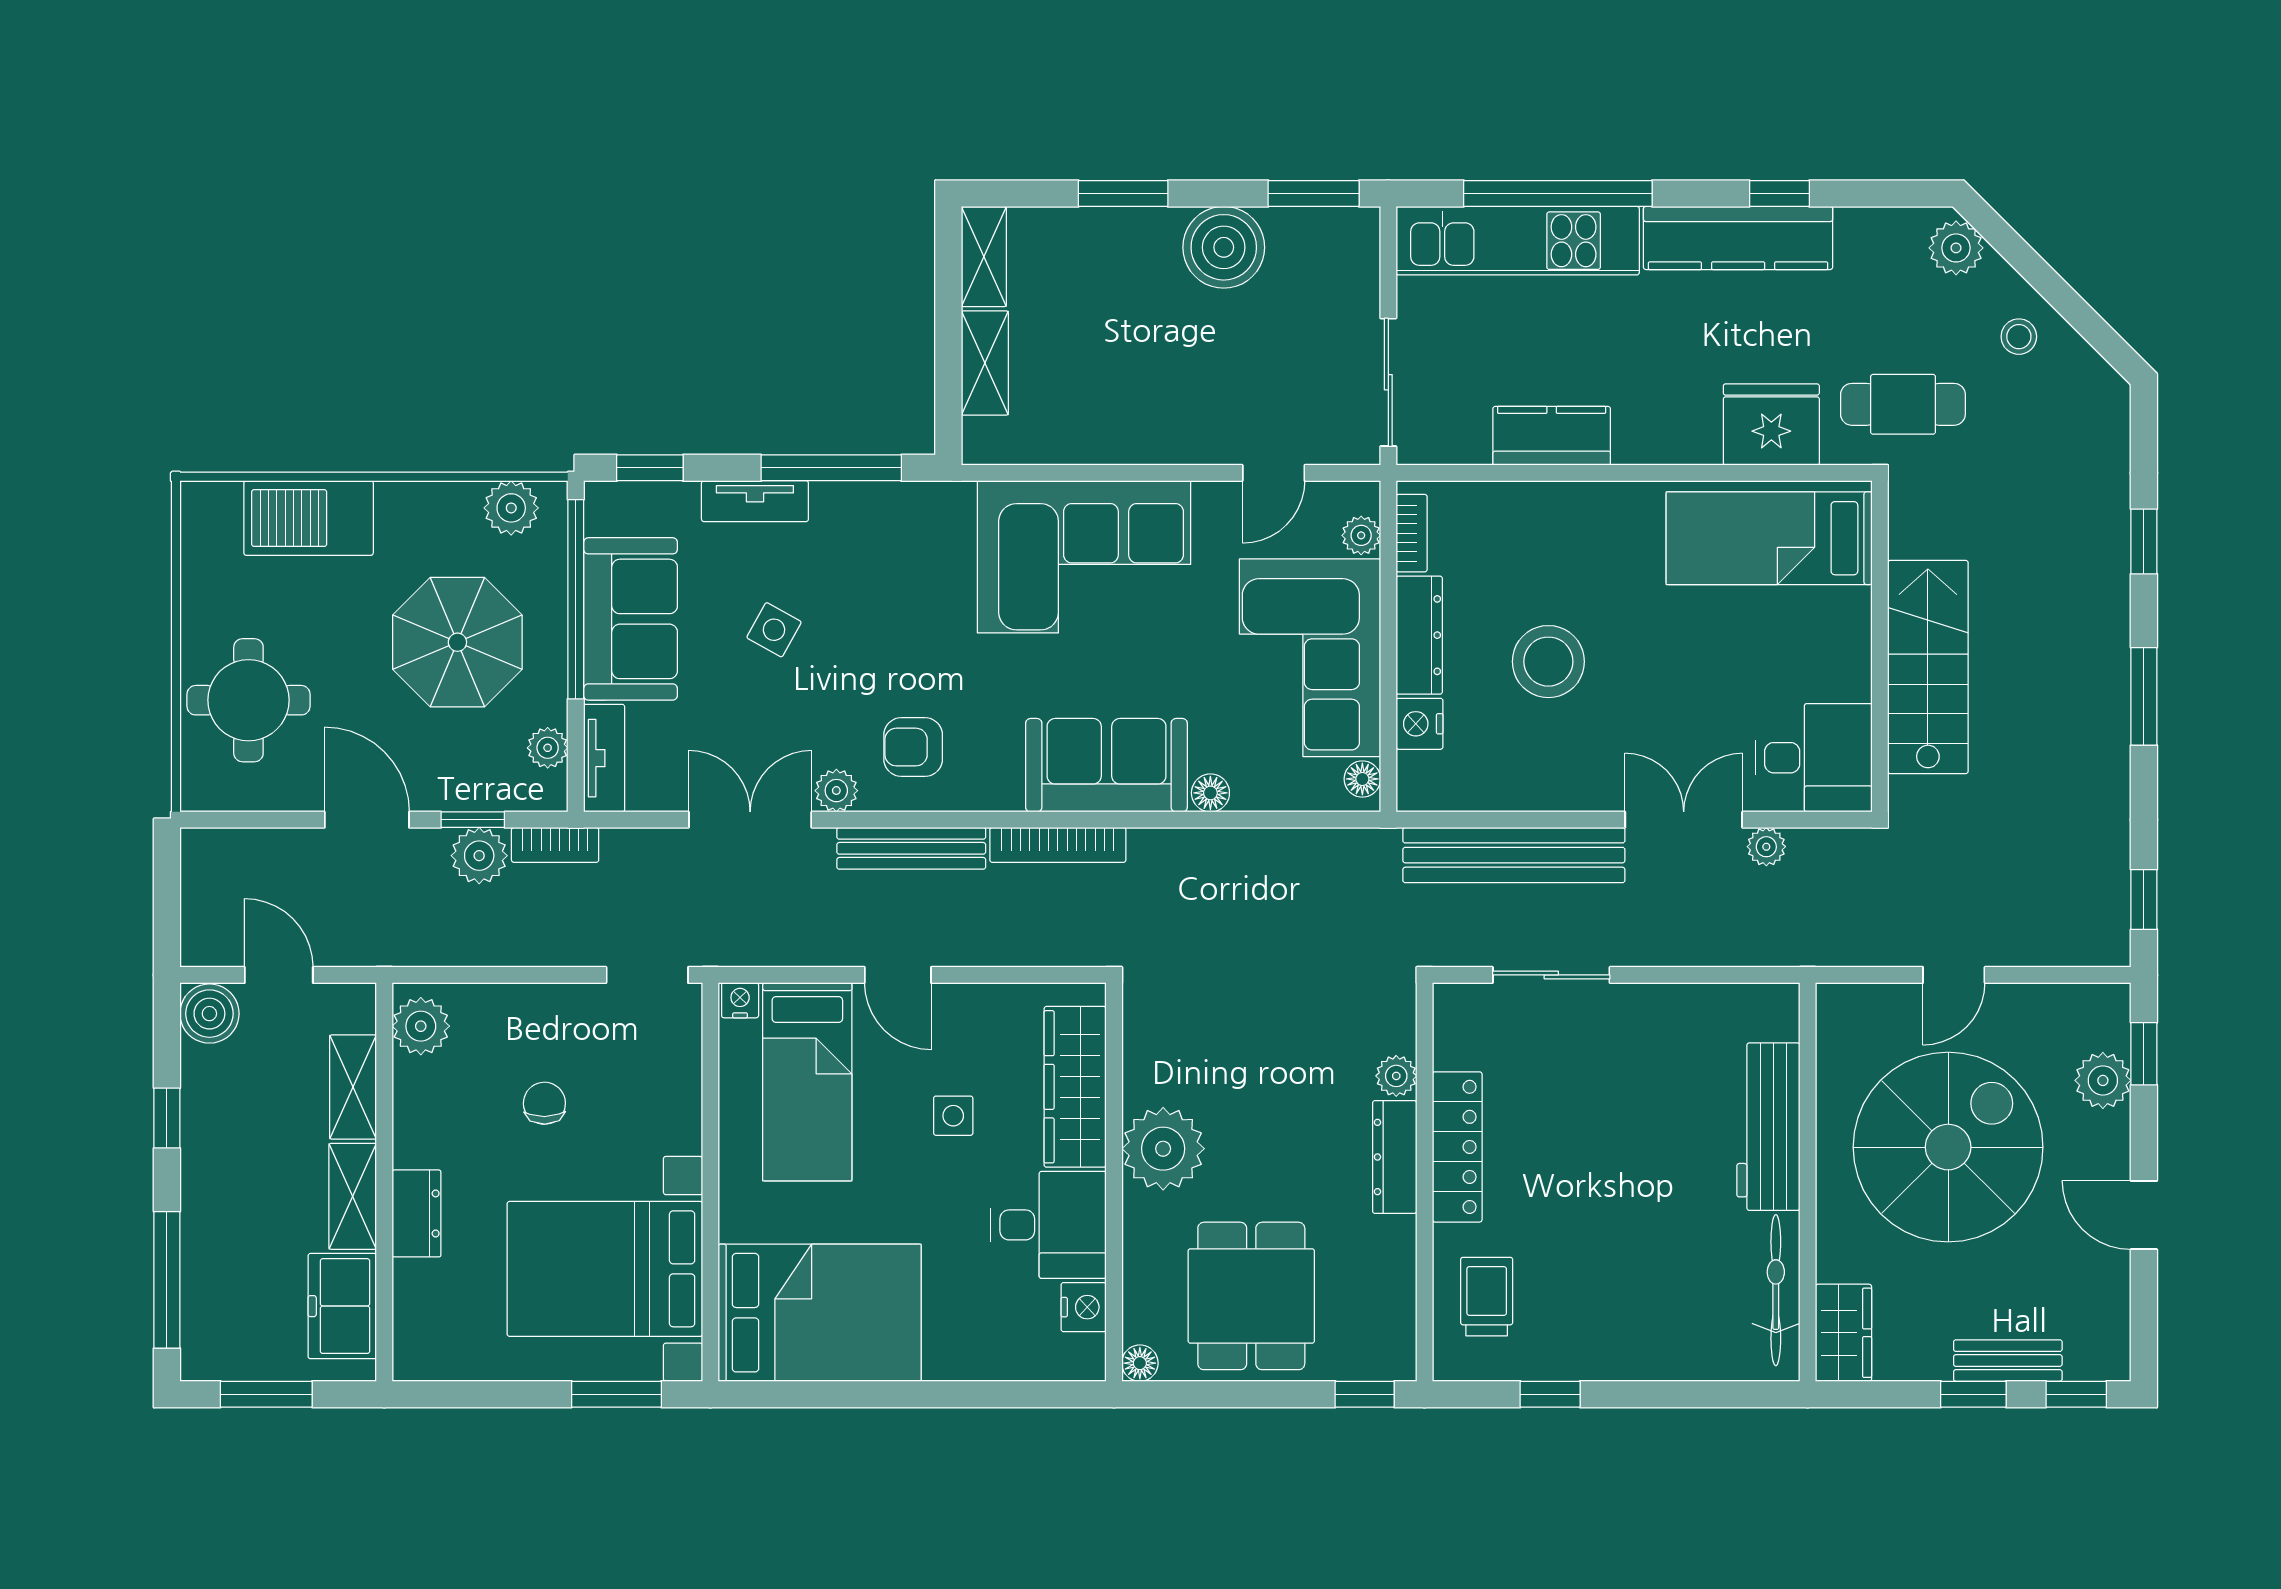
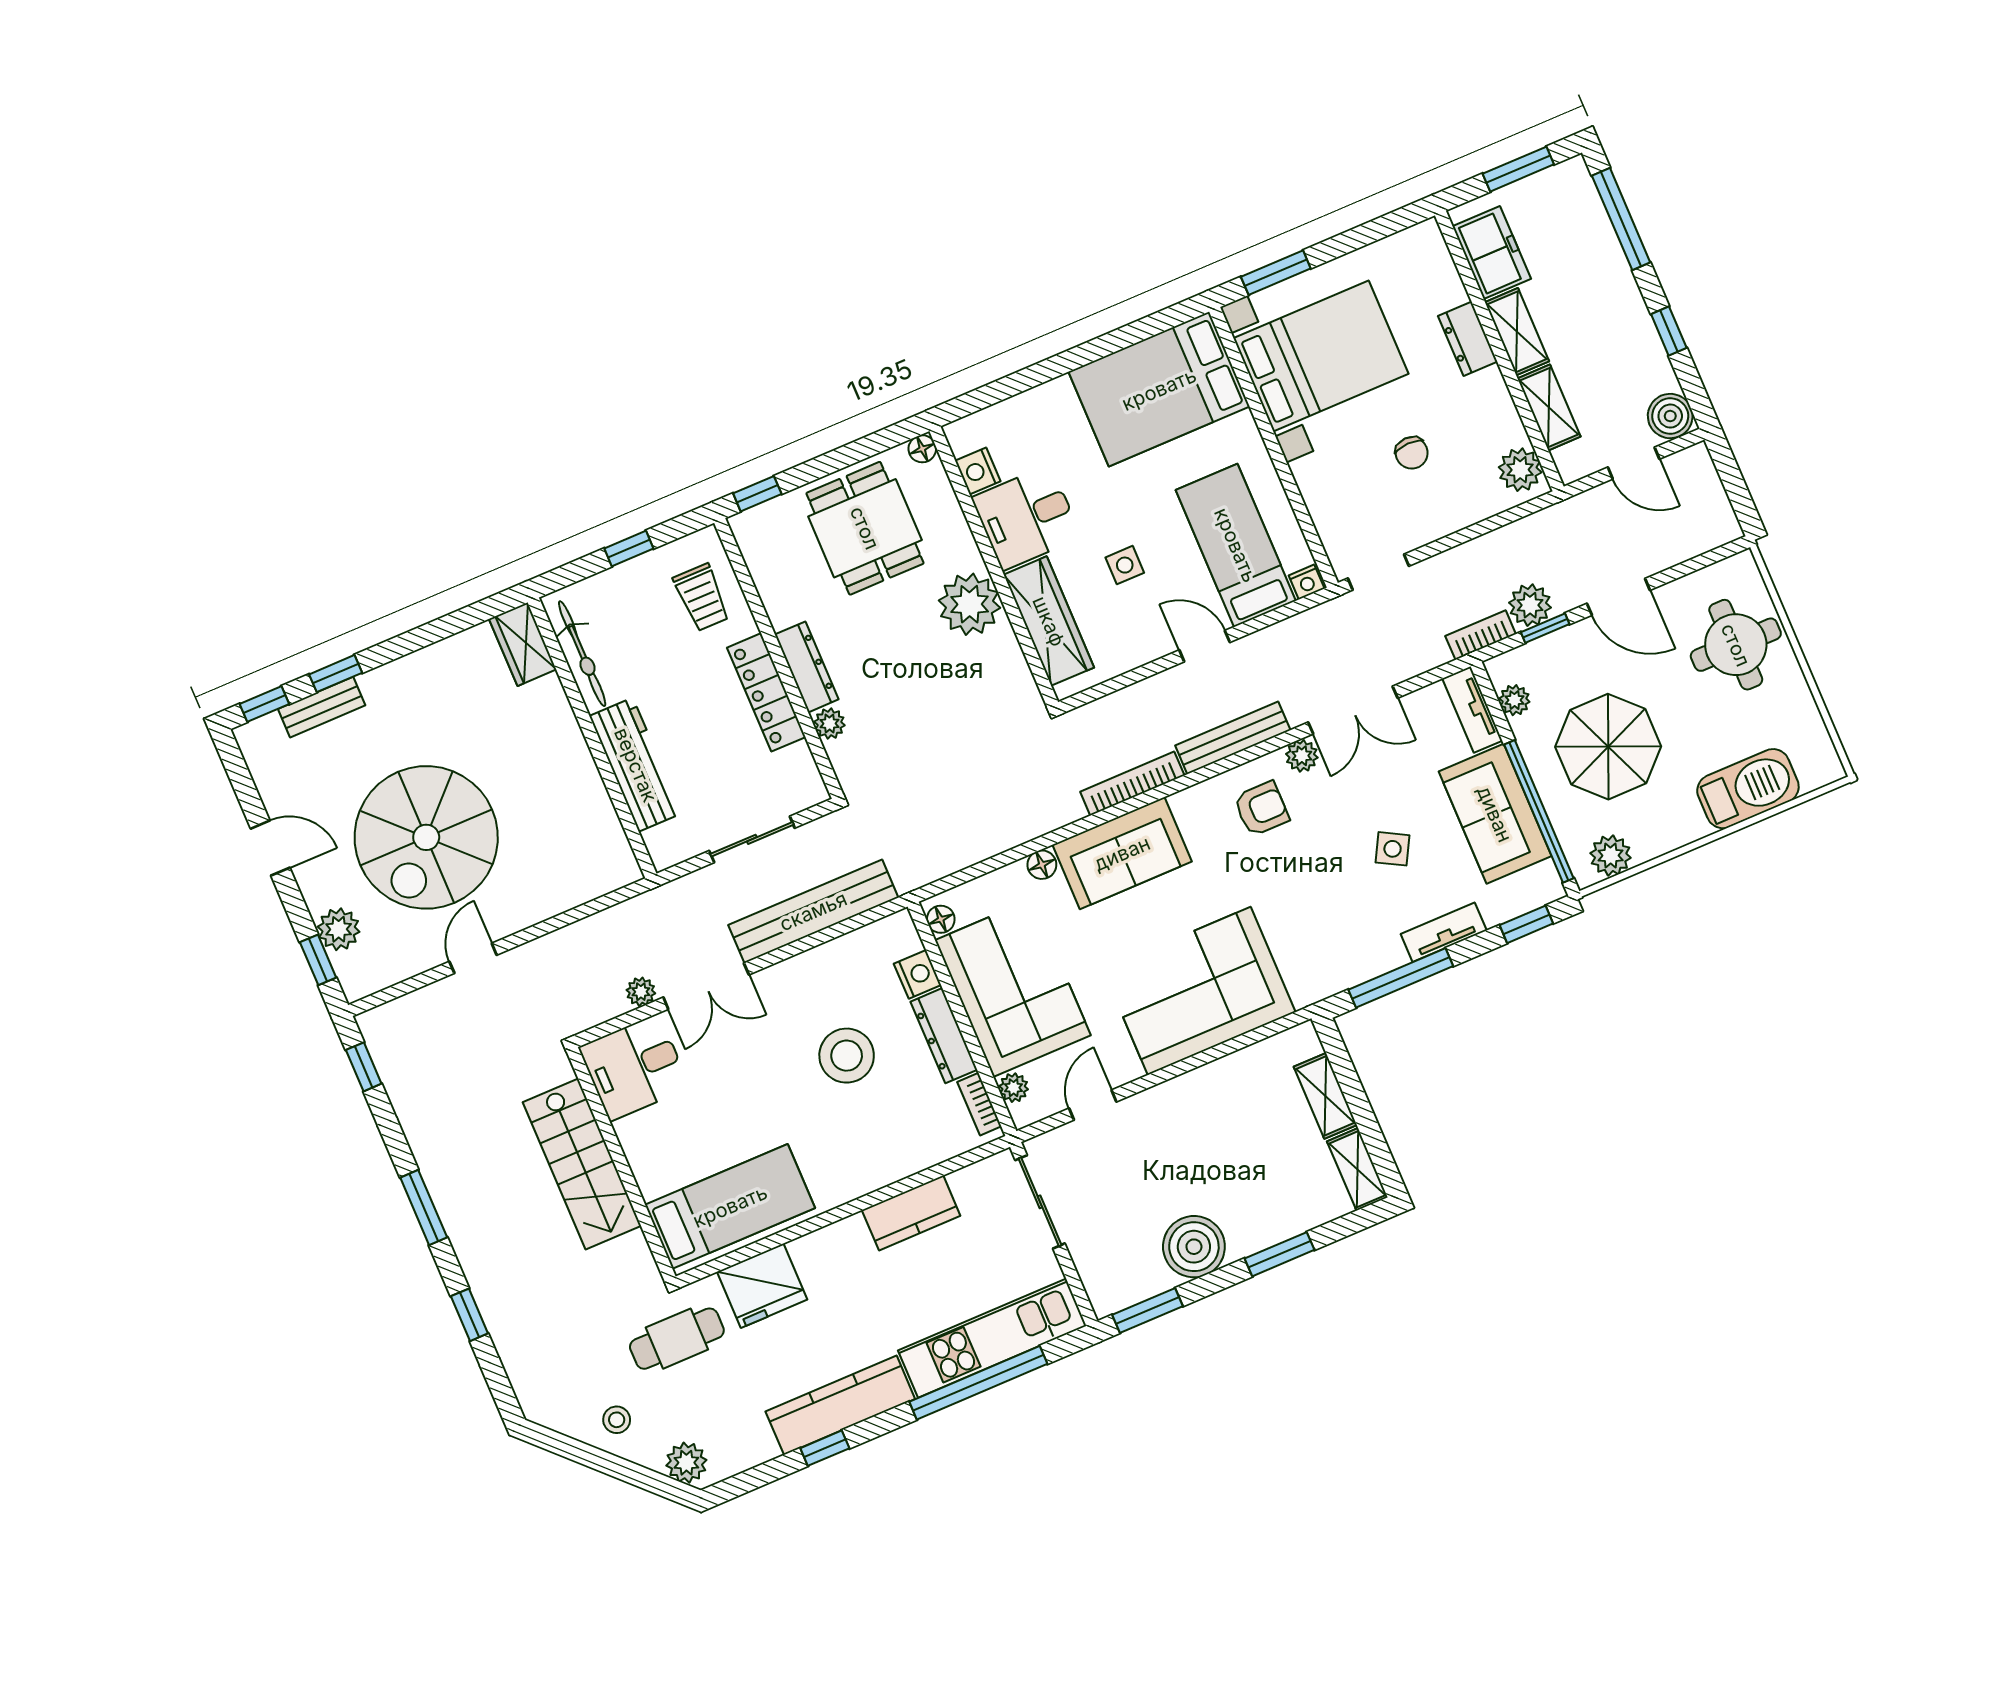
workbench: (1768, 1127) -> (636, 765), moved
wall: (1808, 1182) -> (592, 738), moved
bicycle: (1776, 1290) -> (582, 654), moved
wardrobe: (1843, 1333) -> (523, 644), moved

